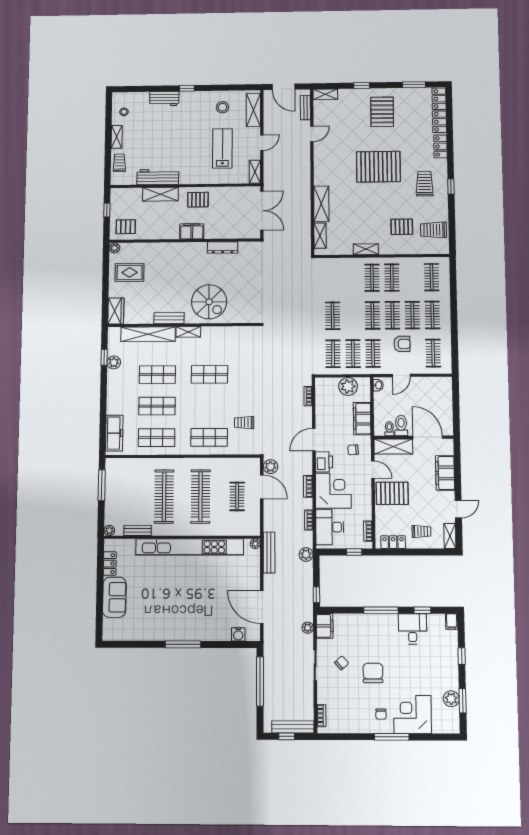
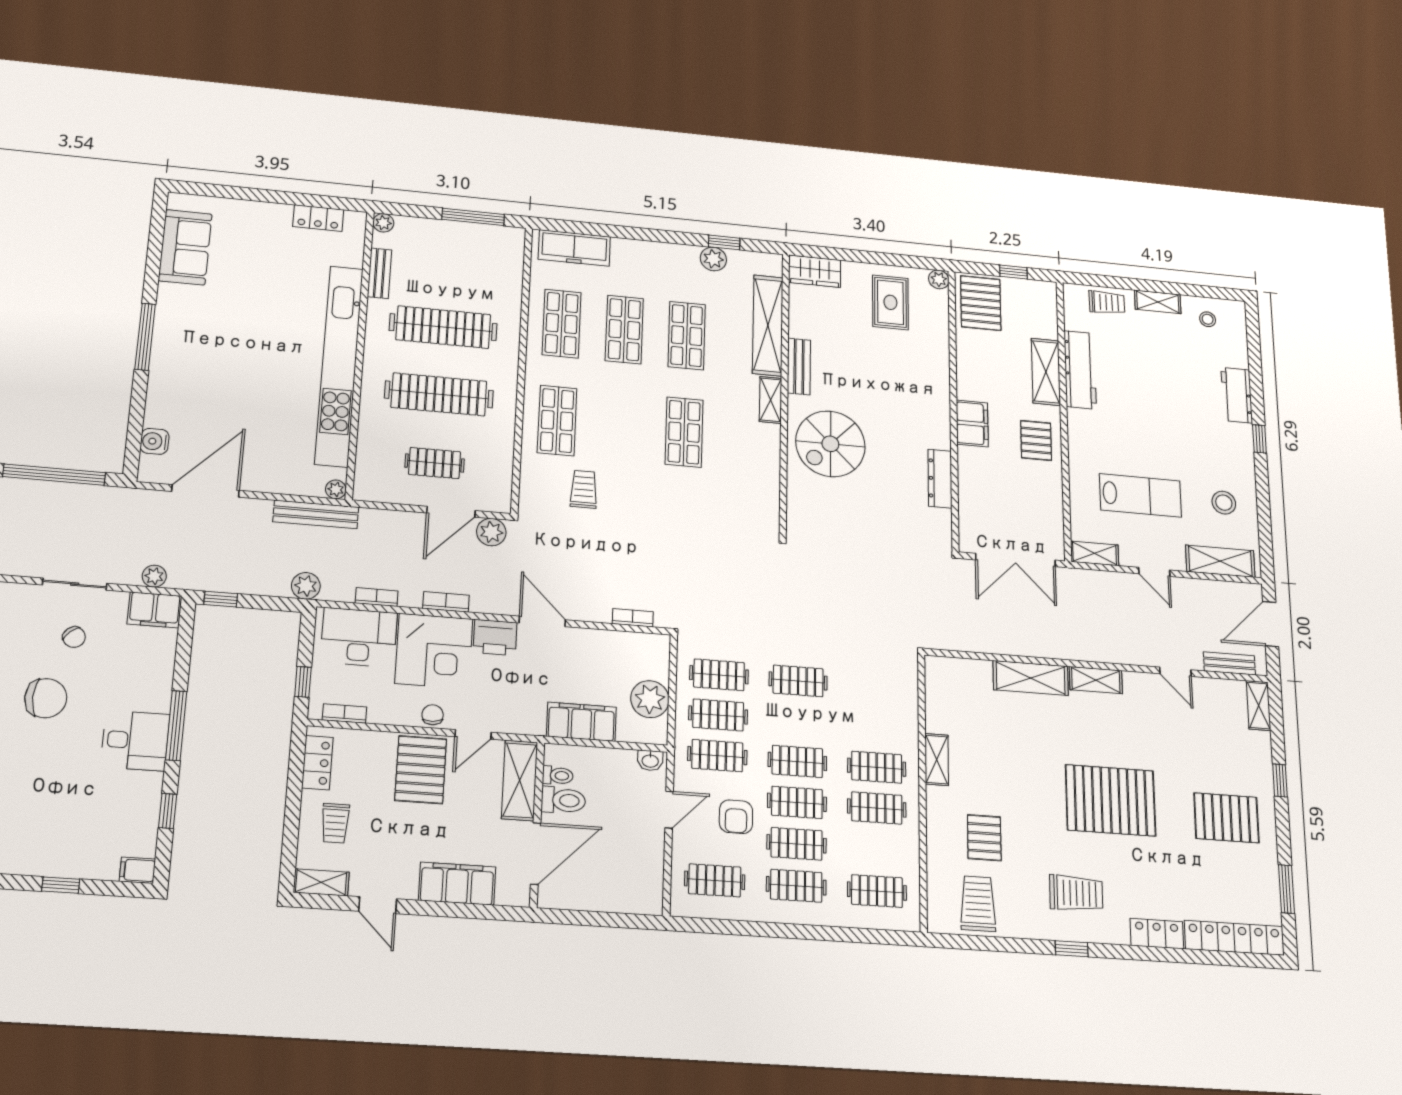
pallet: (378, 167) -> (1110, 800), turned 90
pallet: (126, 227) -> (981, 303), width x1.50, depth x1.42
shelving: (320, 236) -> (1096, 680), moved
door: (401, 375) -> (669, 810), swing flipped
chair: (353, 450) -> (433, 715), moved
sofa: (114, 597) -> (185, 247), moved, turned -90
desk: (413, 629) -> (135, 741), moved

